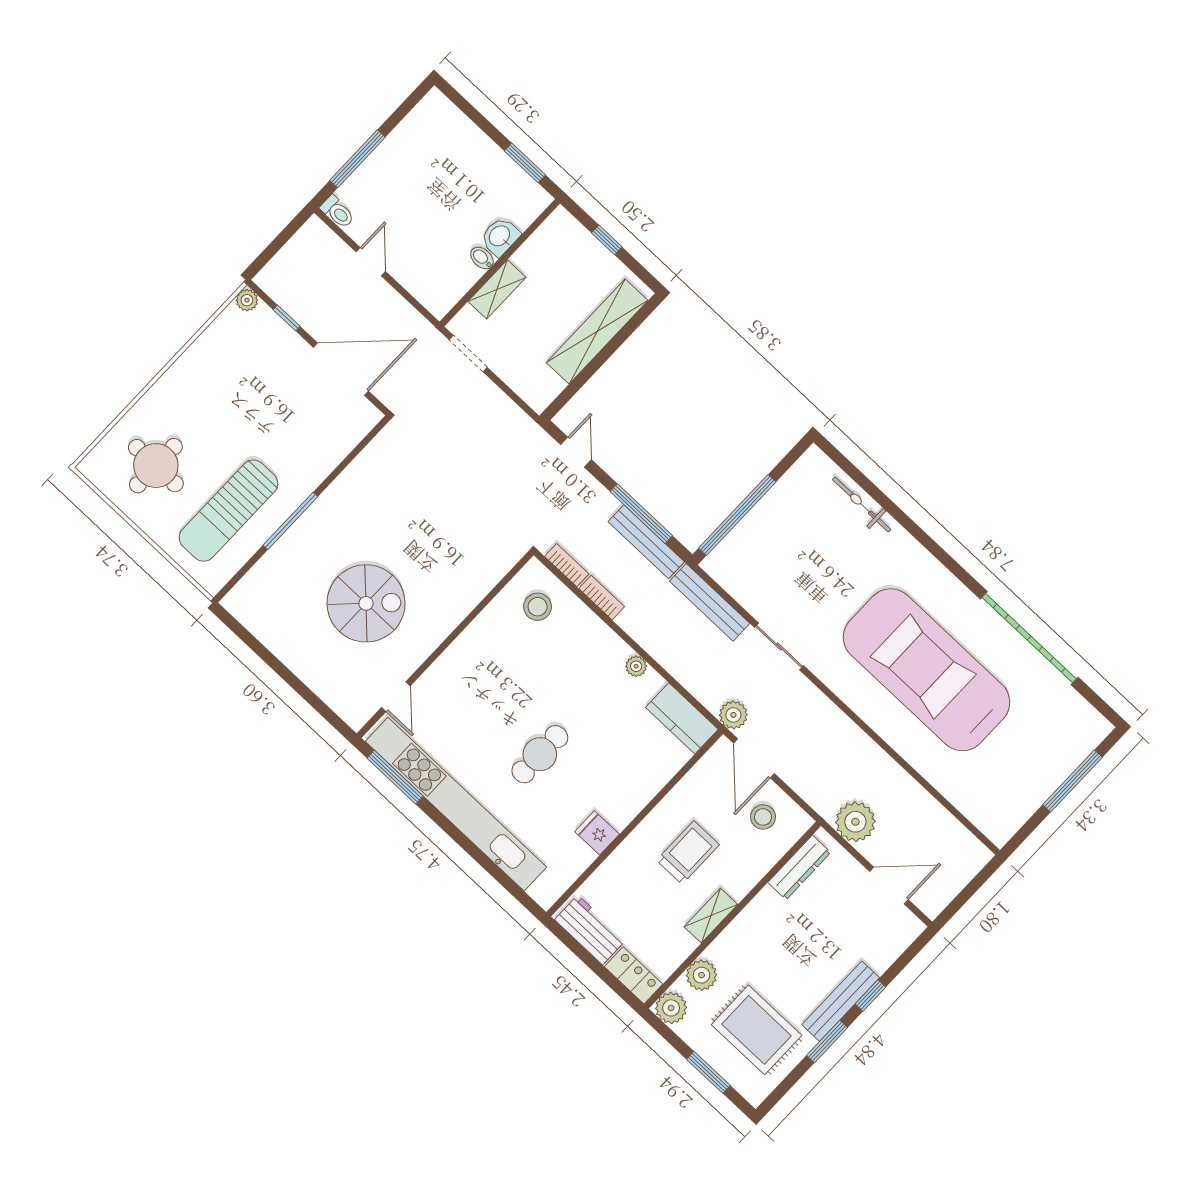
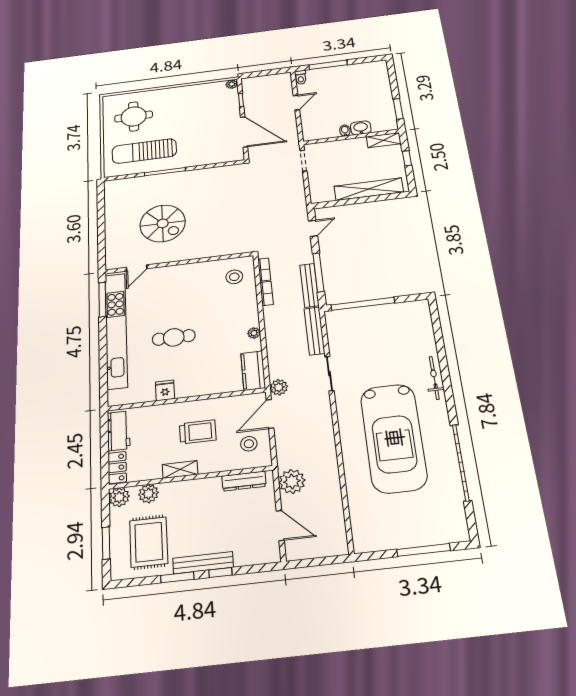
shelving: (497, 289) -> (384, 140), moved
bicycle: (862, 504) -> (434, 378), moved
car: (927, 670) -> (393, 438), turned 180

